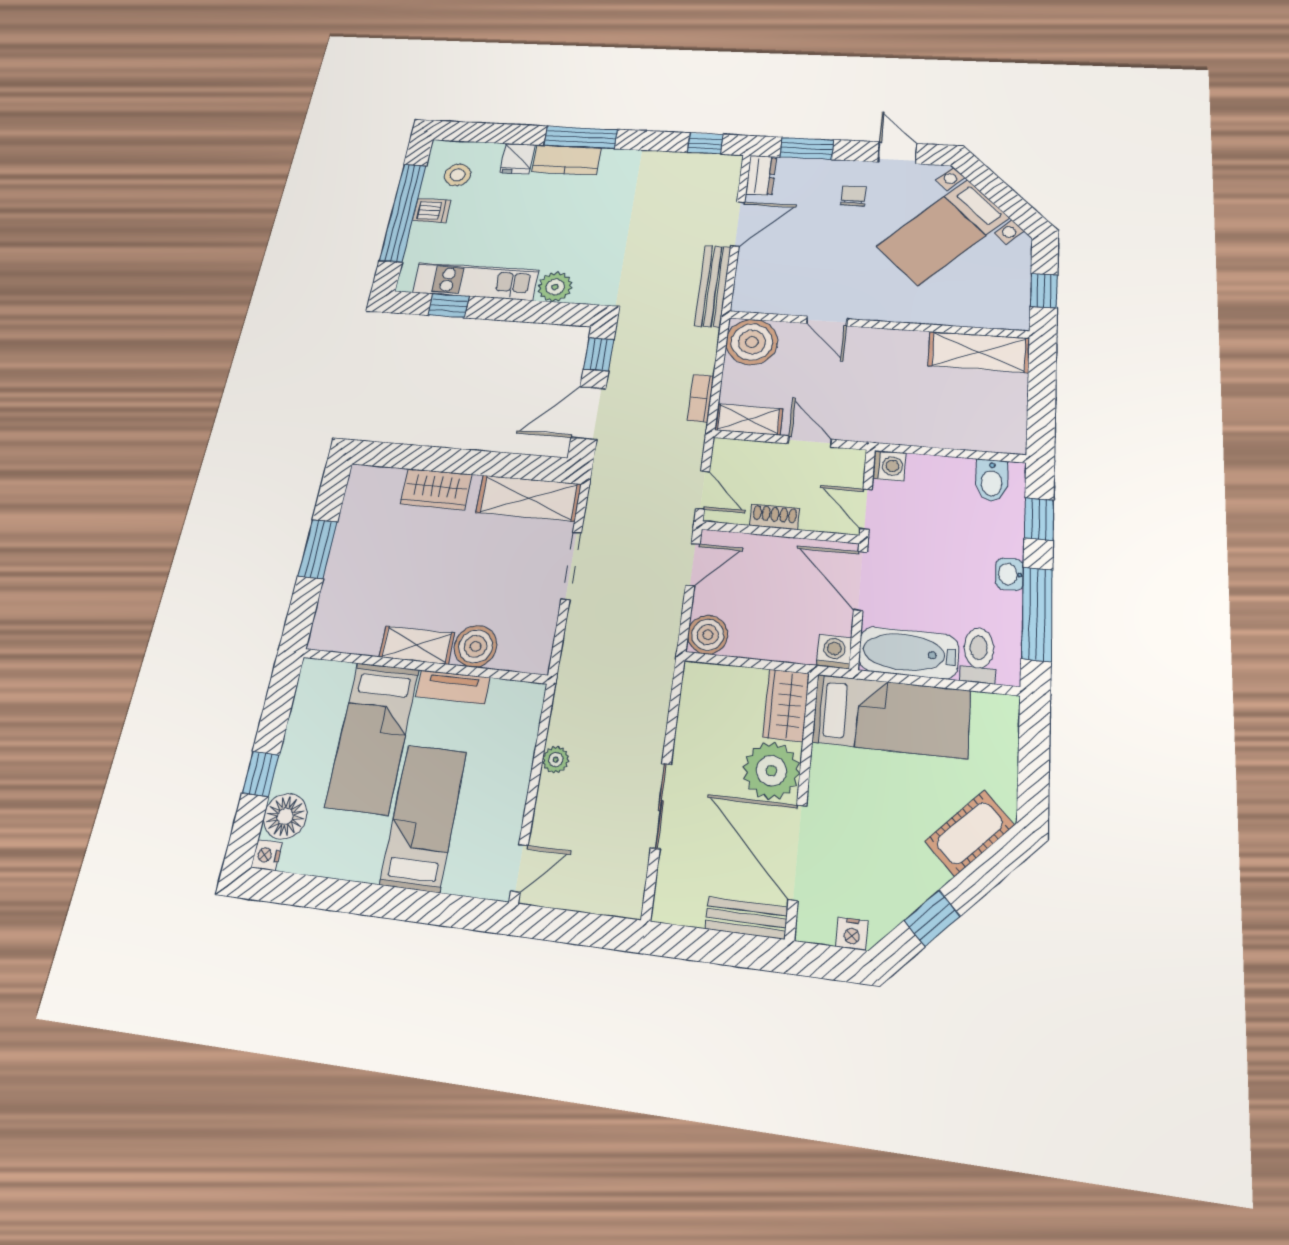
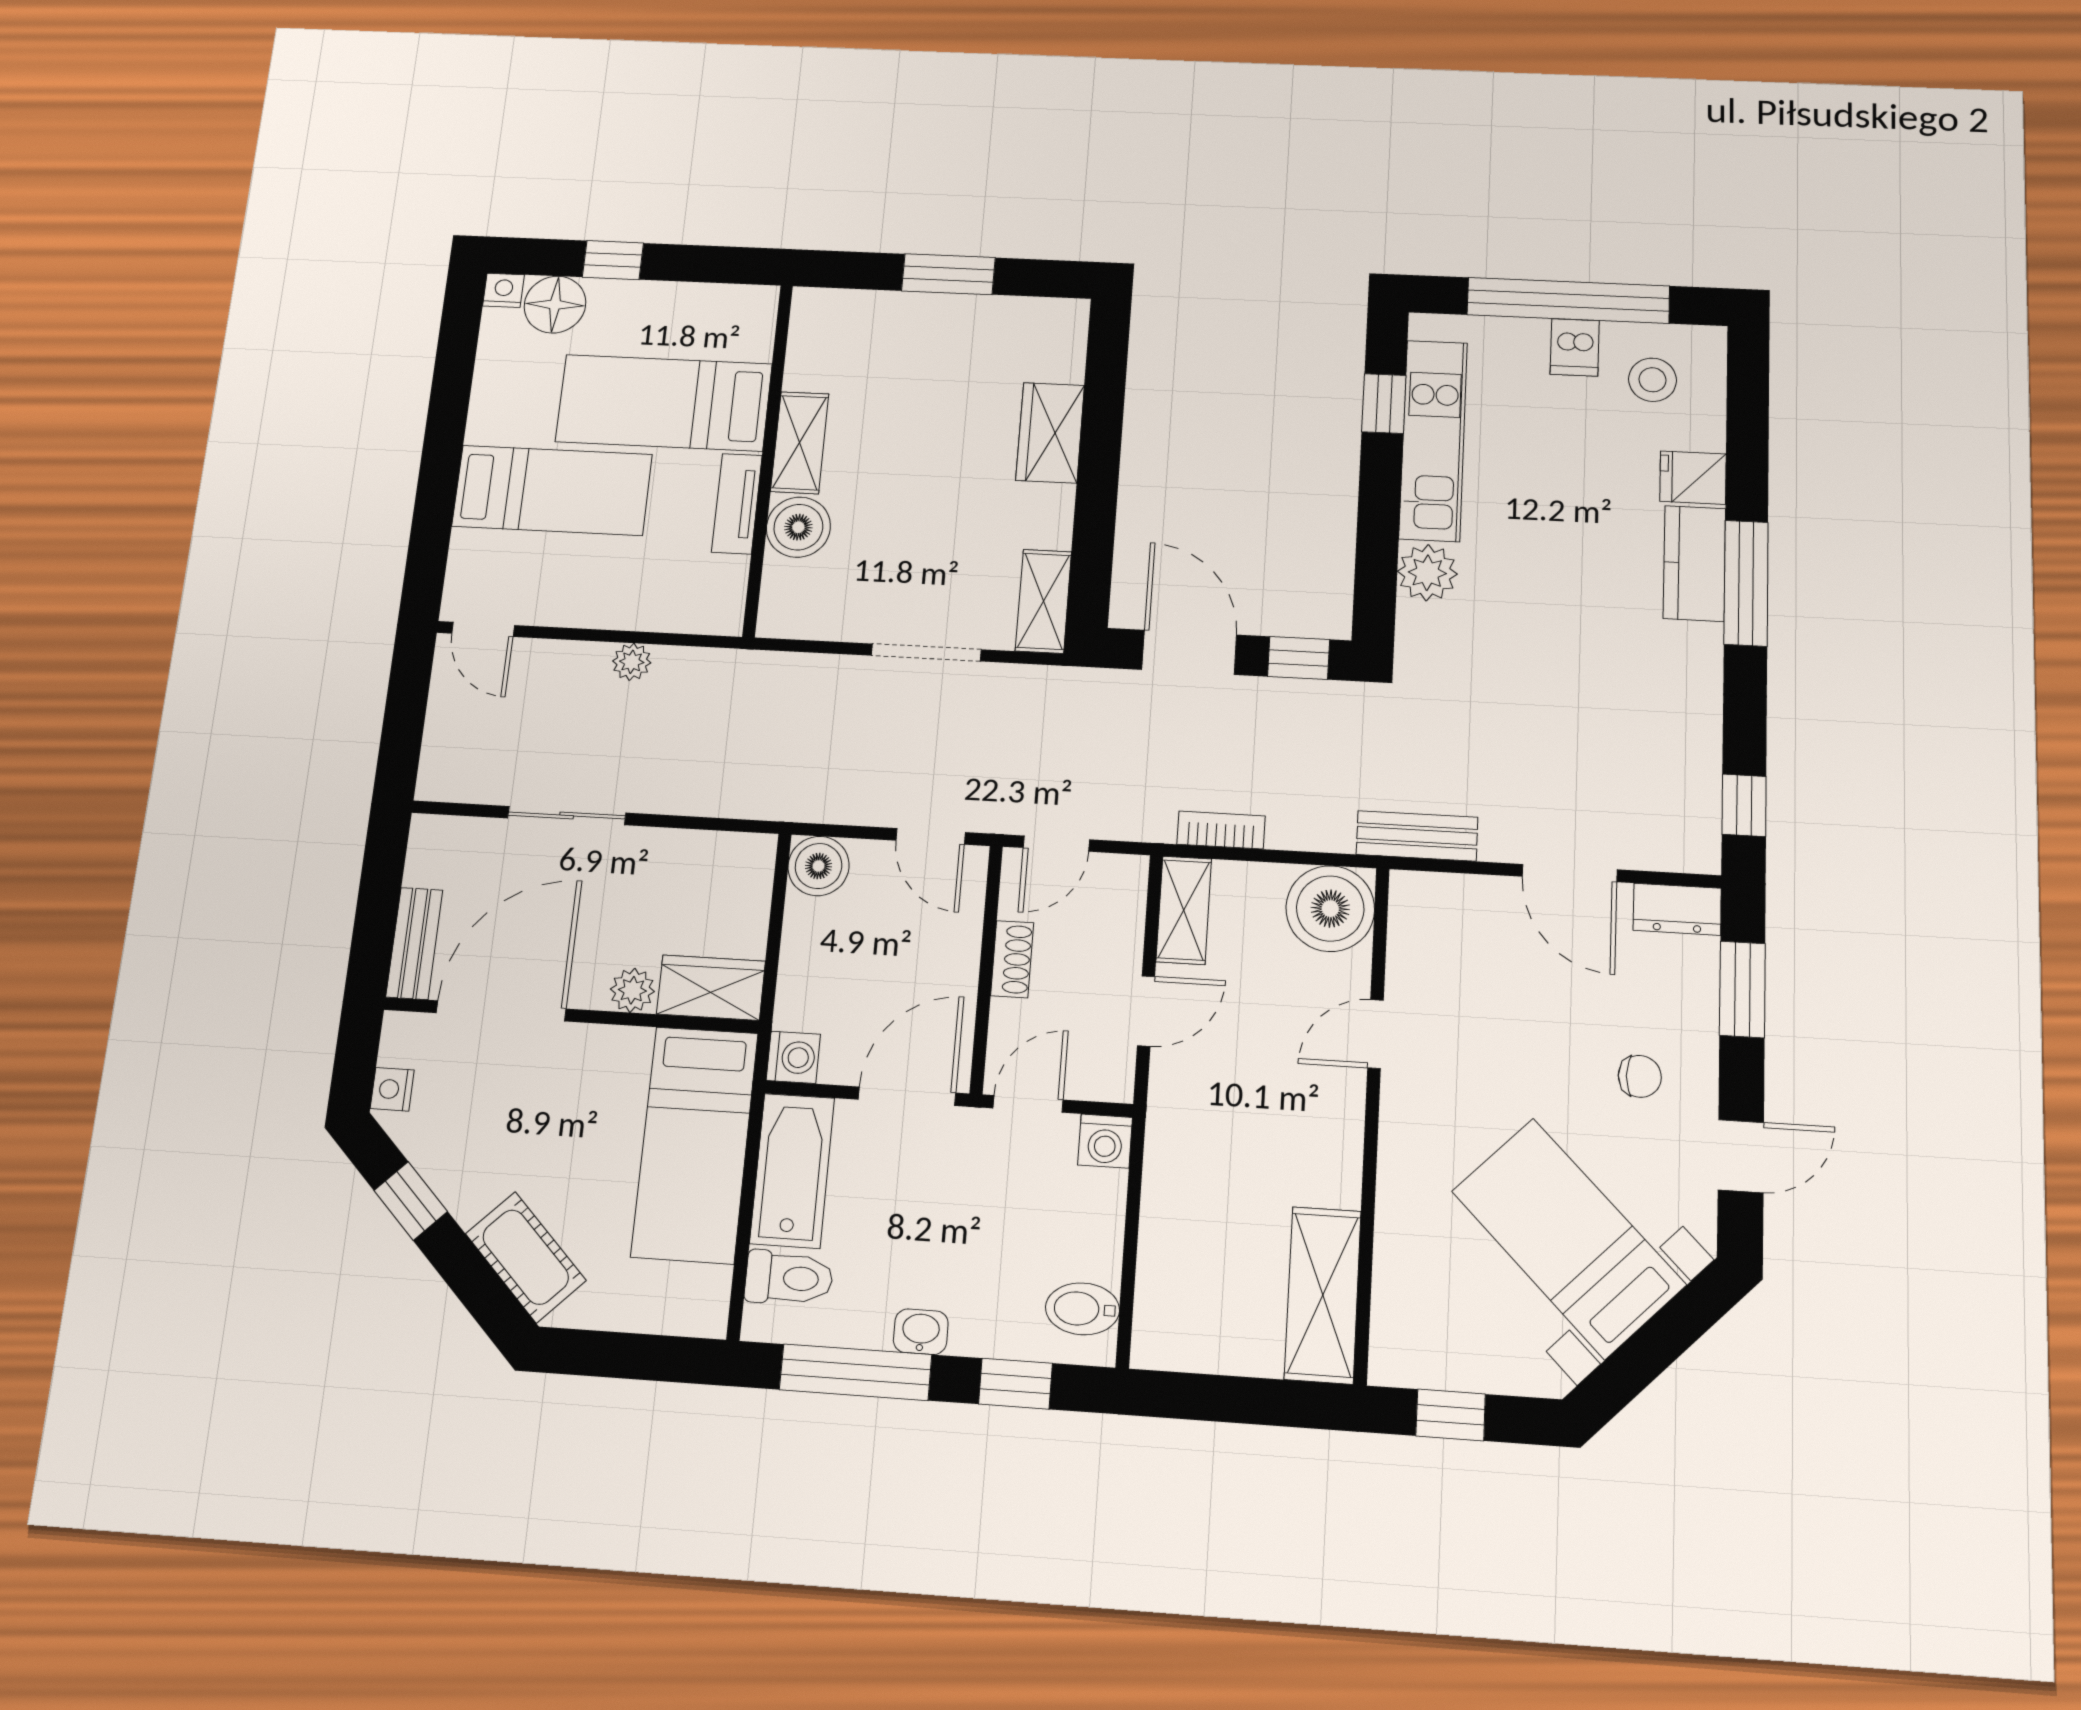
bench: (713, 286) -> (1417, 836), width x0.73
shelving: (529, 498) -> (1043, 601), width x0.67, depth x0.75
plant: (771, 771) -> (632, 990), width x0.53, depth x0.53

